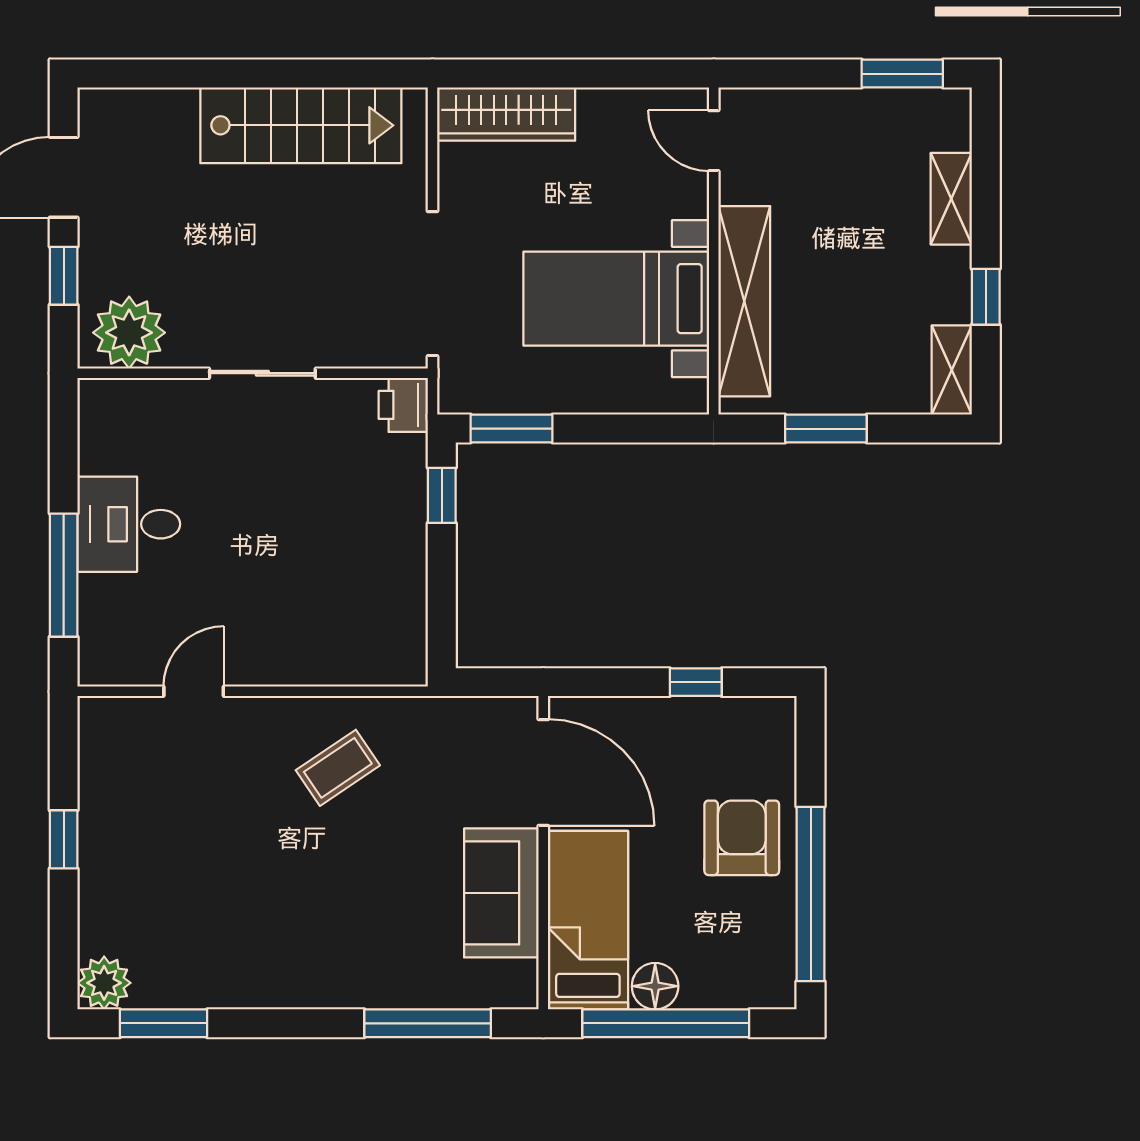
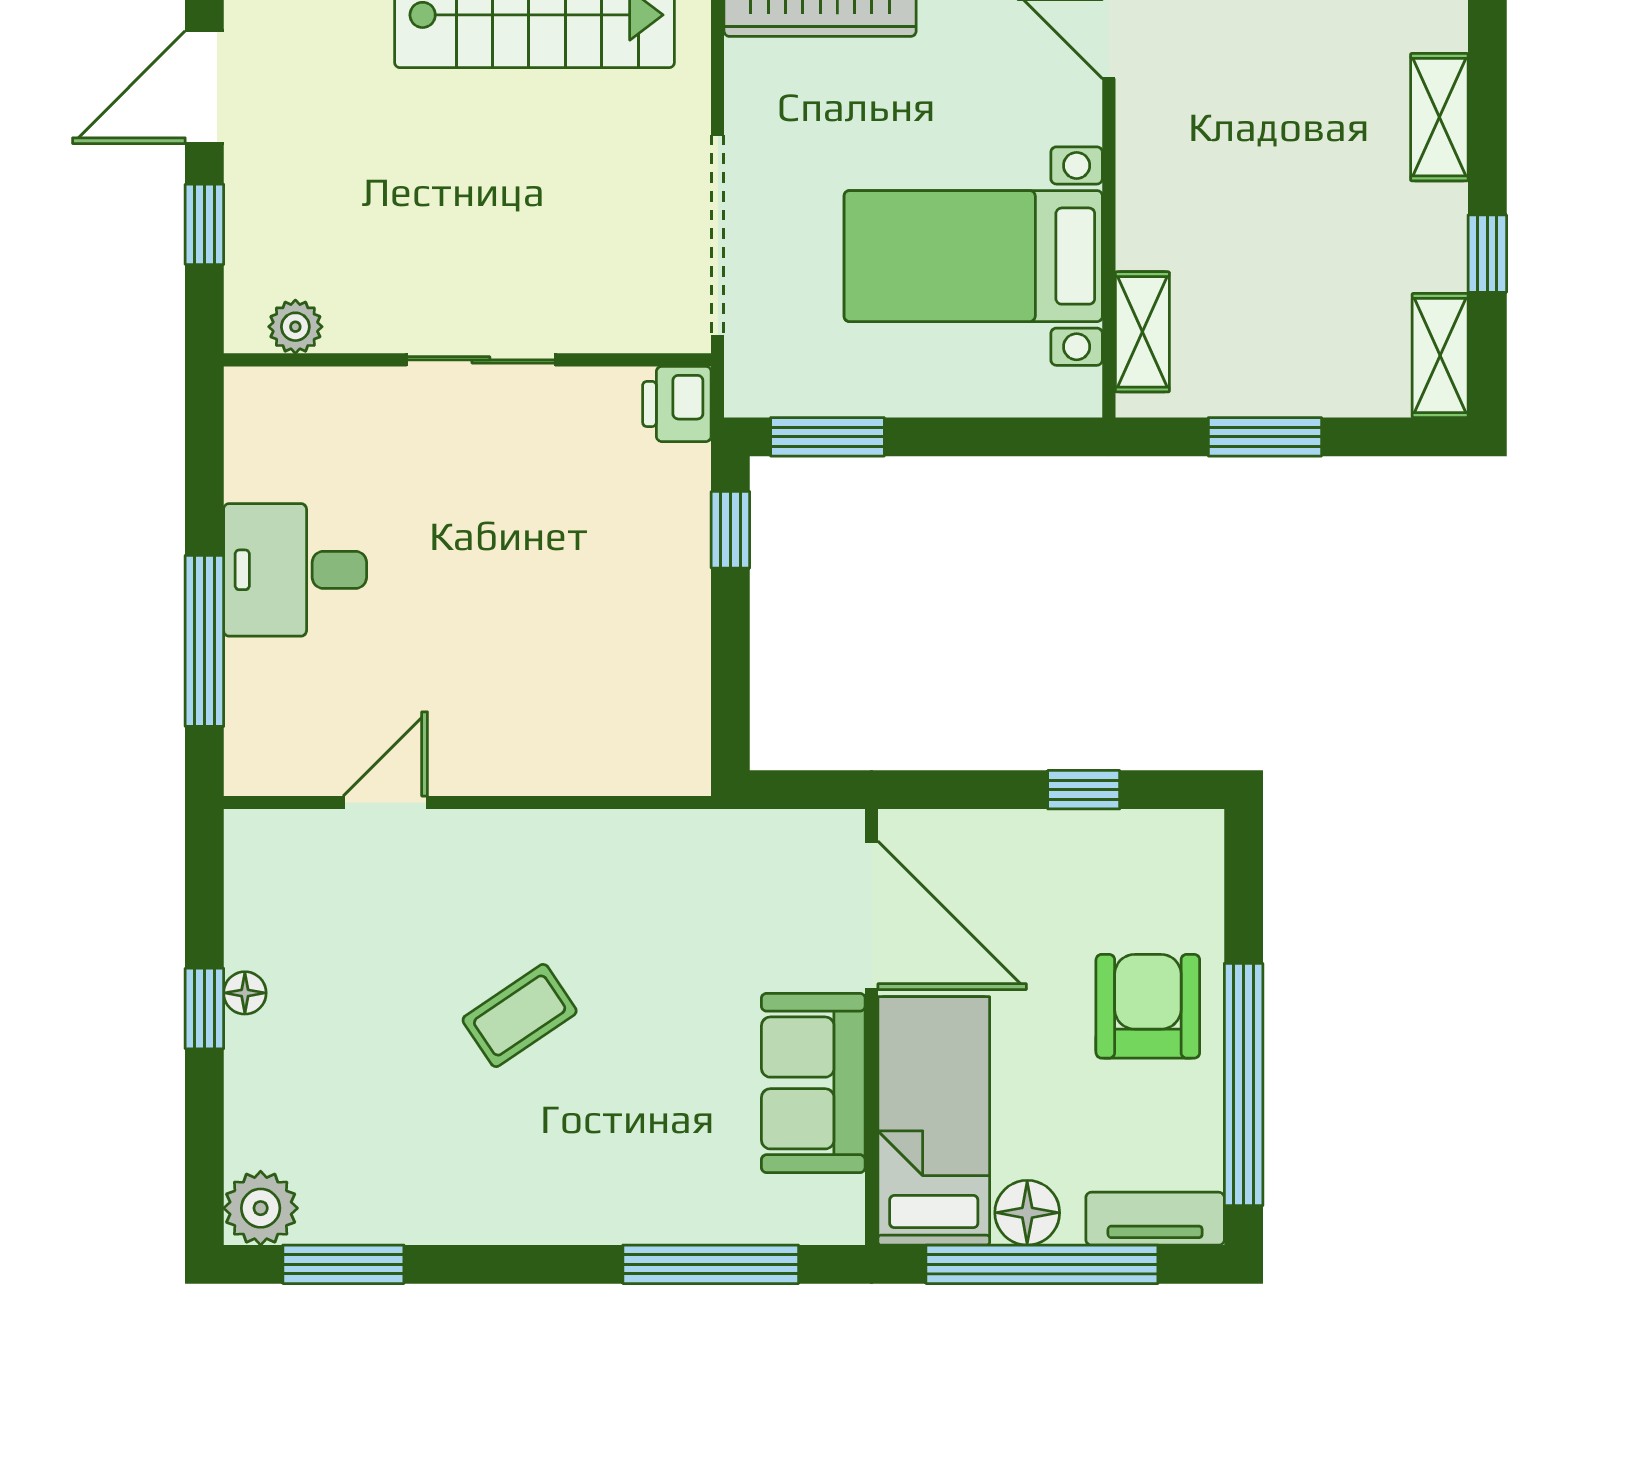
shelving: (744, 301) -> (1142, 332), width x0.45, depth x0.75
plant: (129, 333) -> (295, 327), width x0.53, depth x0.53
coffee table: (338, 768) -> (520, 1016), moved
floor lamp: (93, 828) -> (245, 993), added
tv unit: (747, 990) -> (1155, 1219), added

